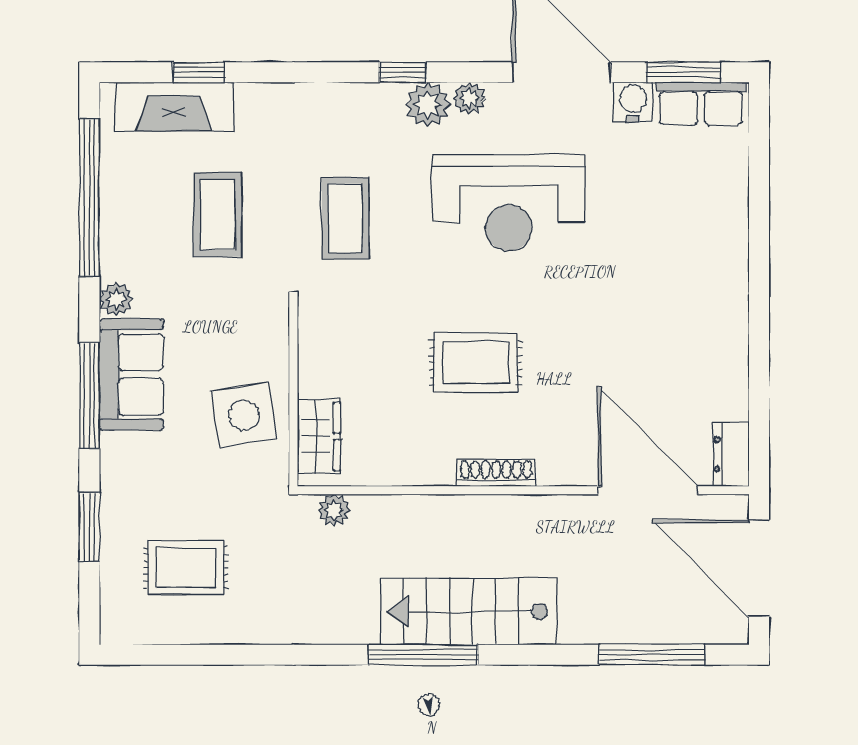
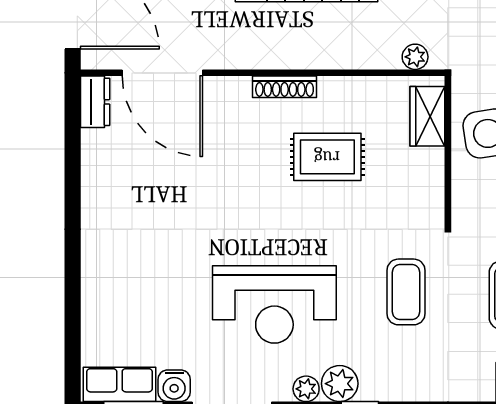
reception desk: (509, 203) -> (274, 304), turned 180
rug: (476, 363) -> (327, 157), moved

